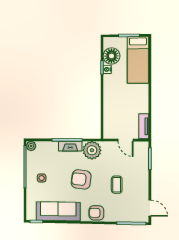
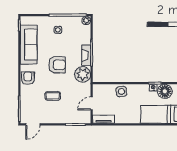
side table: (112, 106) -> (121, 91), added
armchair: (81, 179) -> (57, 65), turned 83

